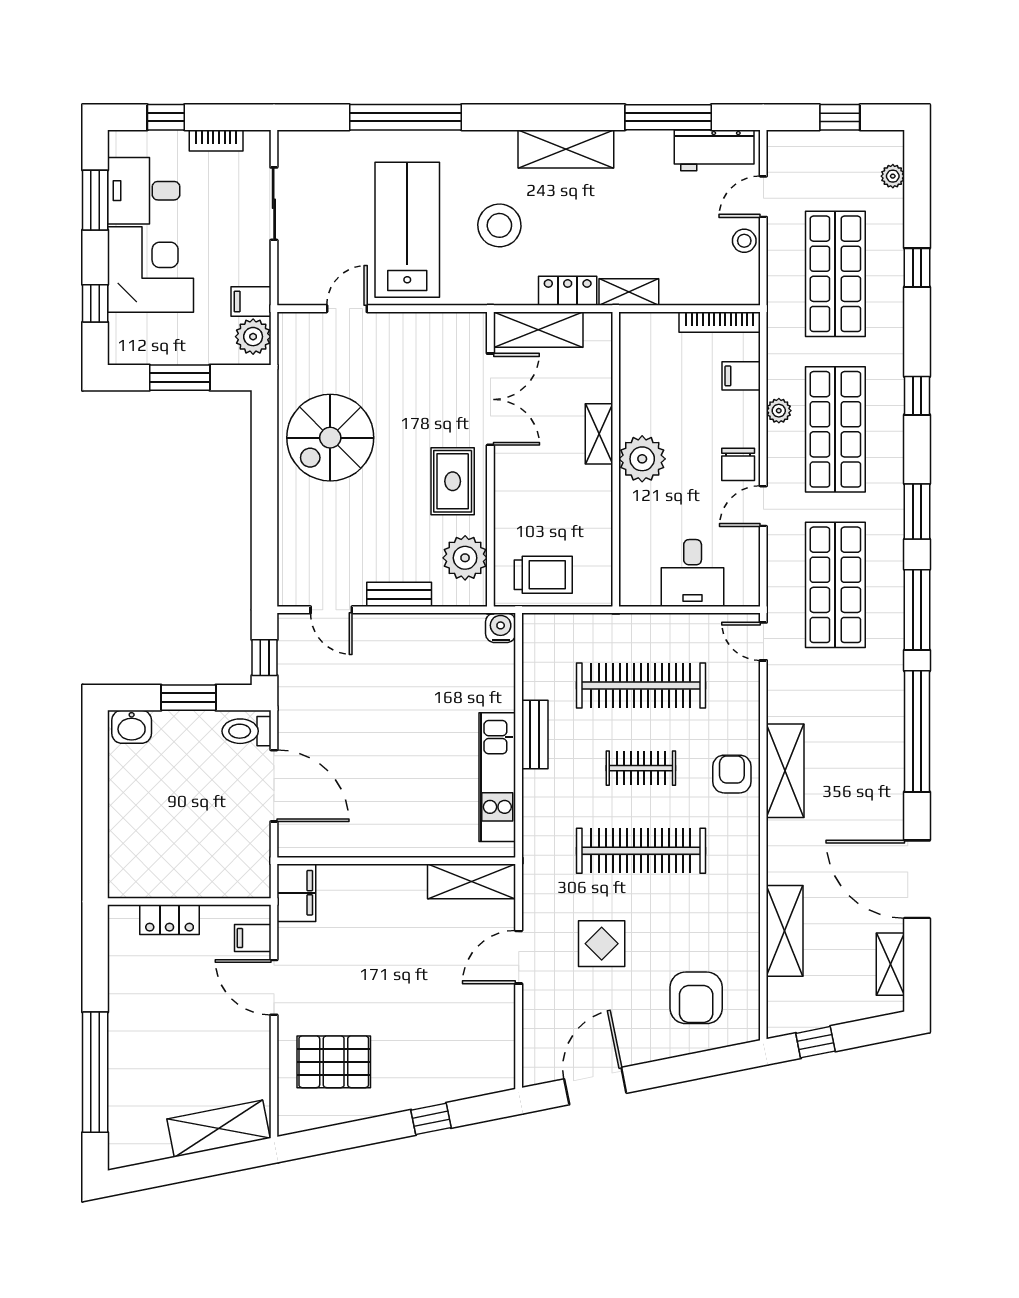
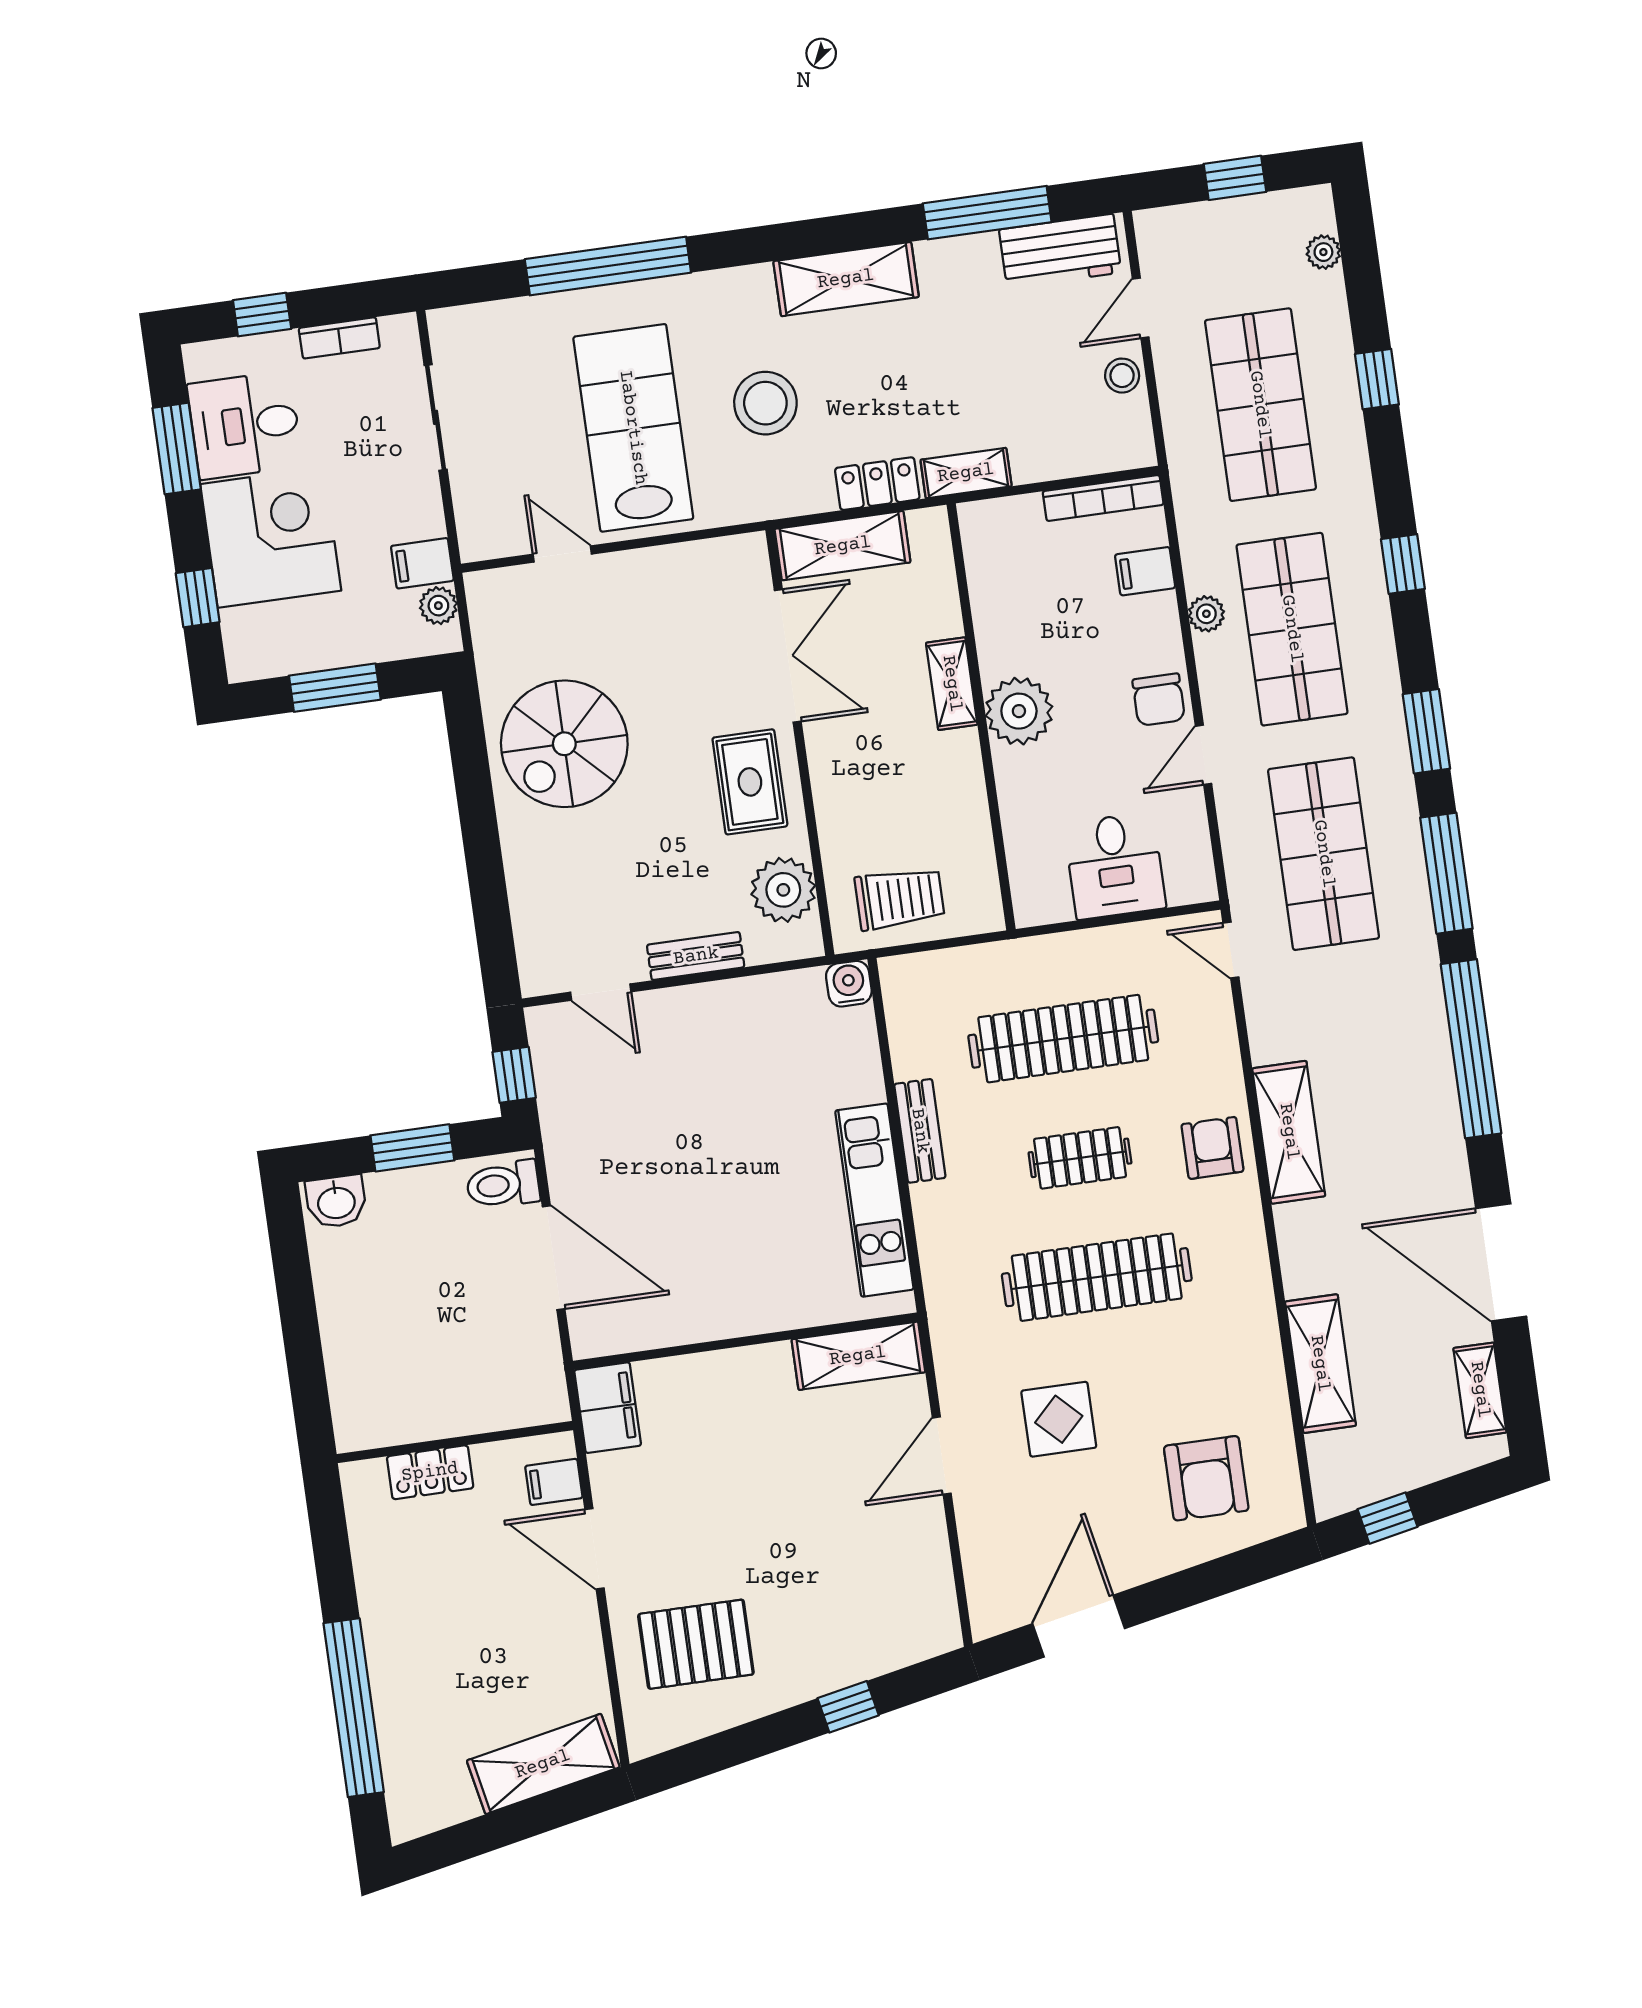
door: (347, 309) -> (562, 554), hinge flipped
plant: (253, 337) -> (438, 606), width x0.73, depth x0.73

